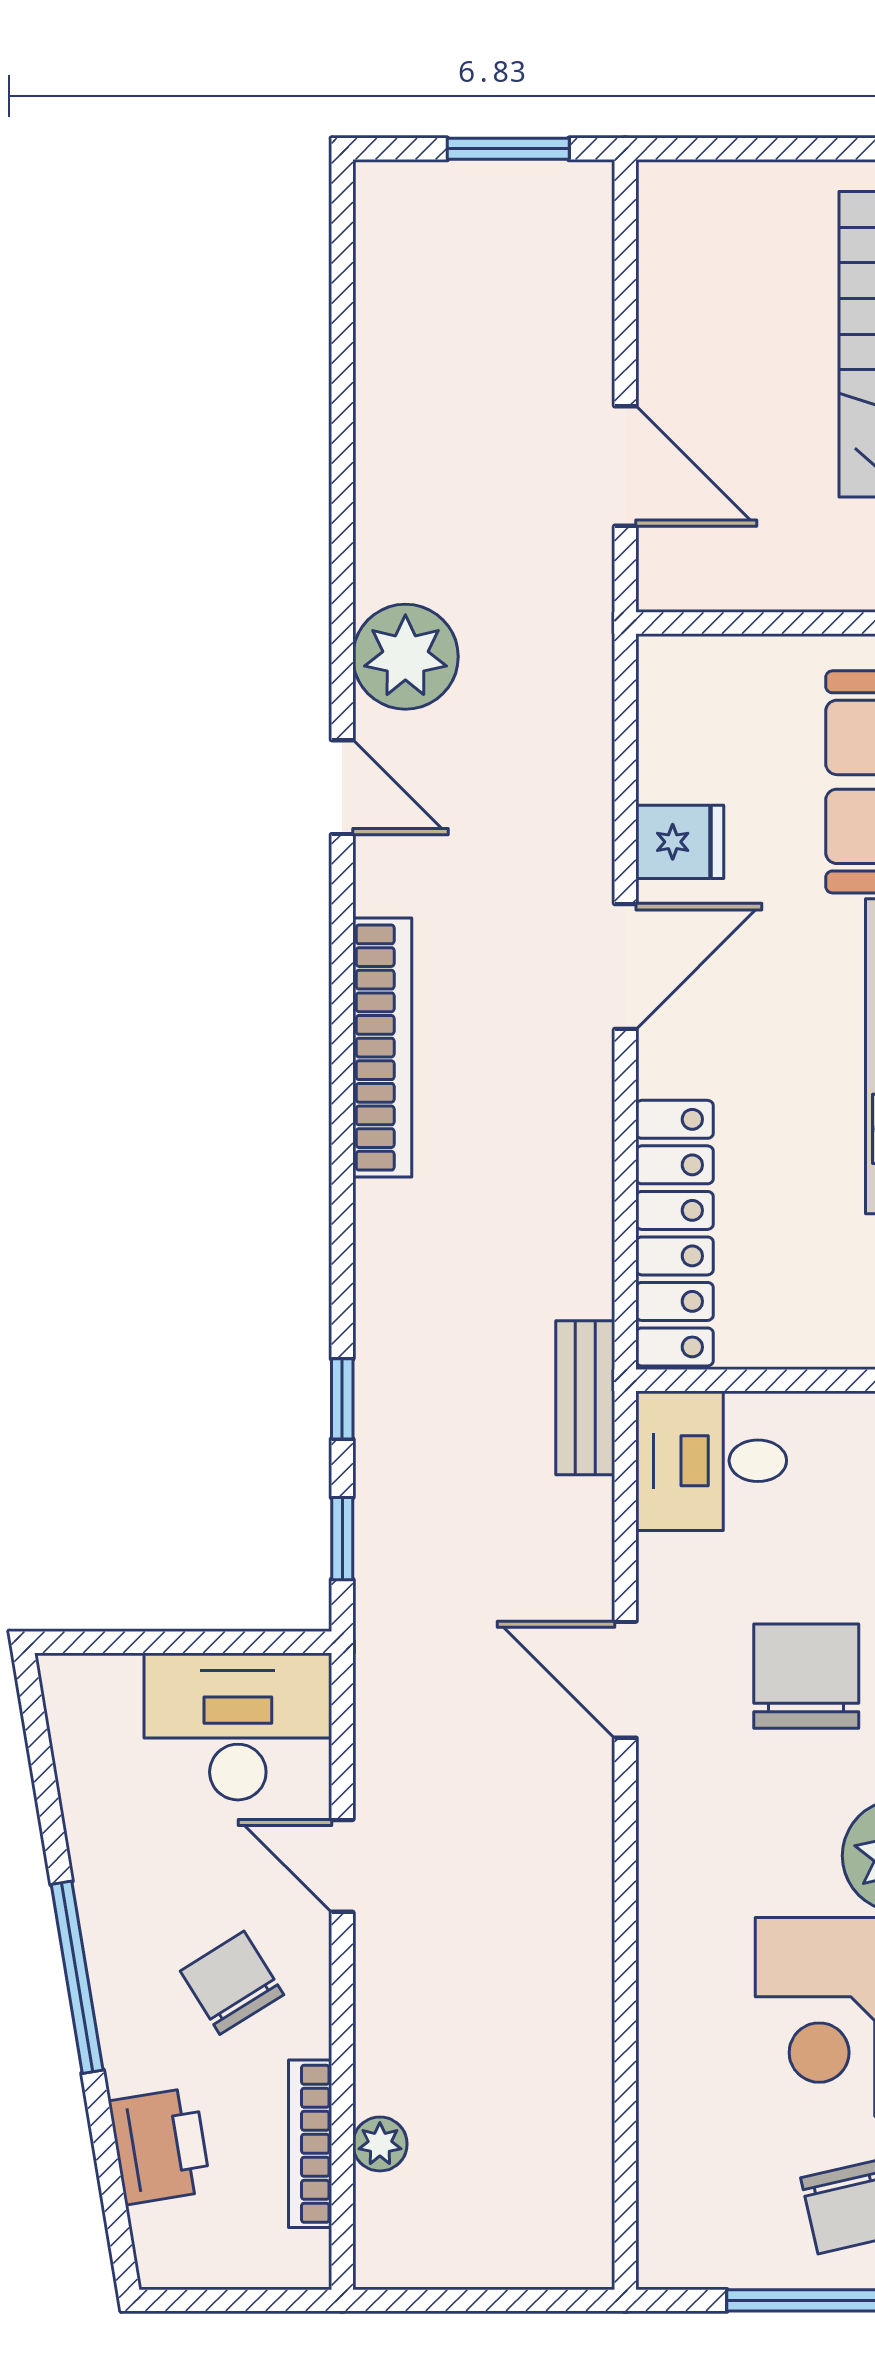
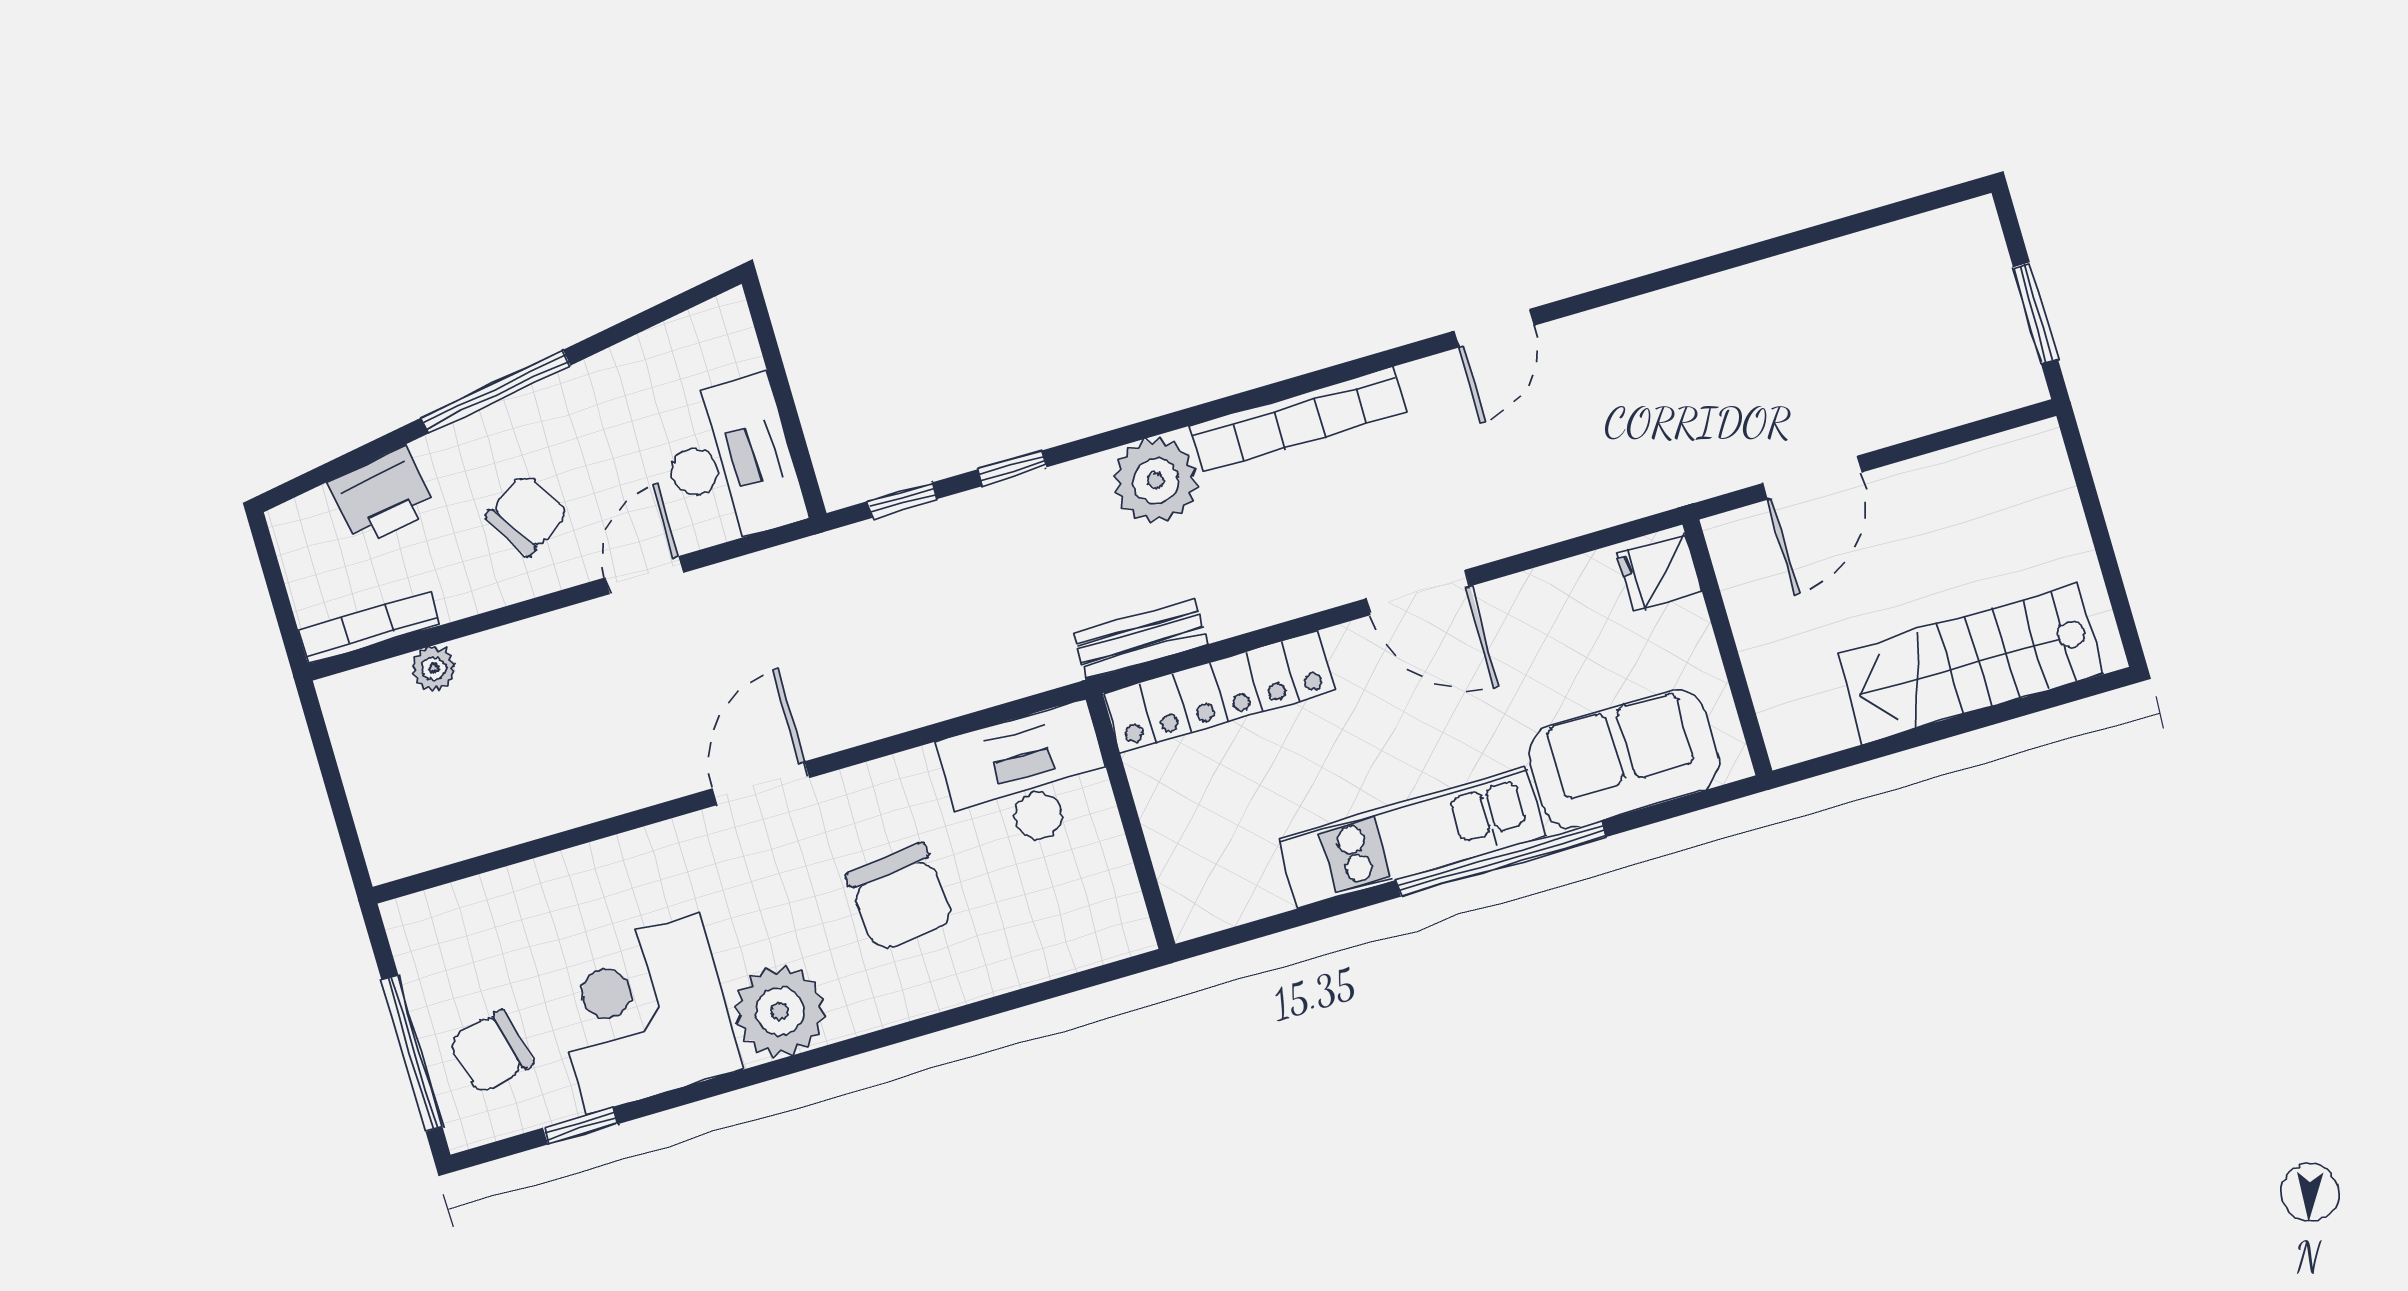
plant: (405, 657) -> (1156, 481), moved
fridge: (680, 842) -> (1659, 573), moved, turned 90
bench: (585, 1398) -> (1141, 639), moved
desk: (711, 1461) -> (1028, 779), width x1.37
chair: (806, 1676) -> (900, 897), turned 84
door: (625, 1680) -> (761, 783), moved
bookcase: (310, 2144) -> (369, 628), moved

